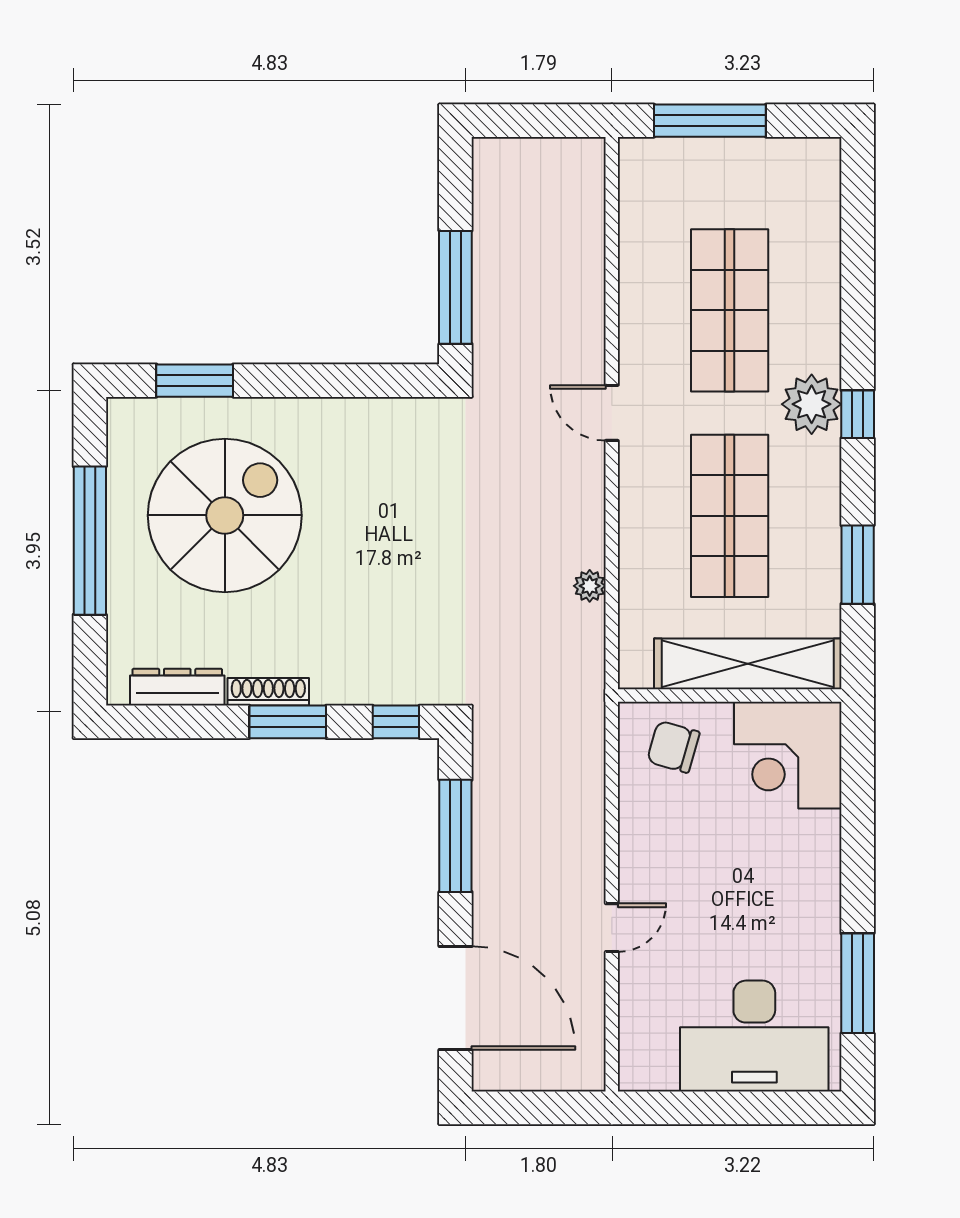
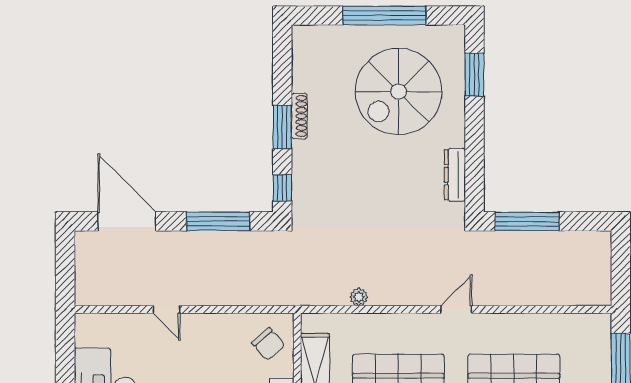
spiral stairs: (225, 515) -> (398, 92), turned 90
dresser: (177, 687) -> (455, 175), moved, turned 180
chair: (673, 747) -> (268, 344), turned 123
door: (455, 998) -> (127, 221), swing flipped

